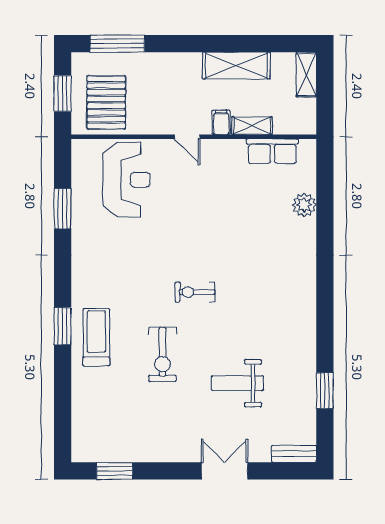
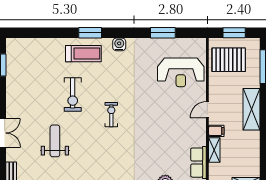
shelving: (236, 66) -> (251, 109), moved
water cooler: (81, 279) -> (119, 44), added
exercise bike: (162, 354) -> (73, 95), turned -90

